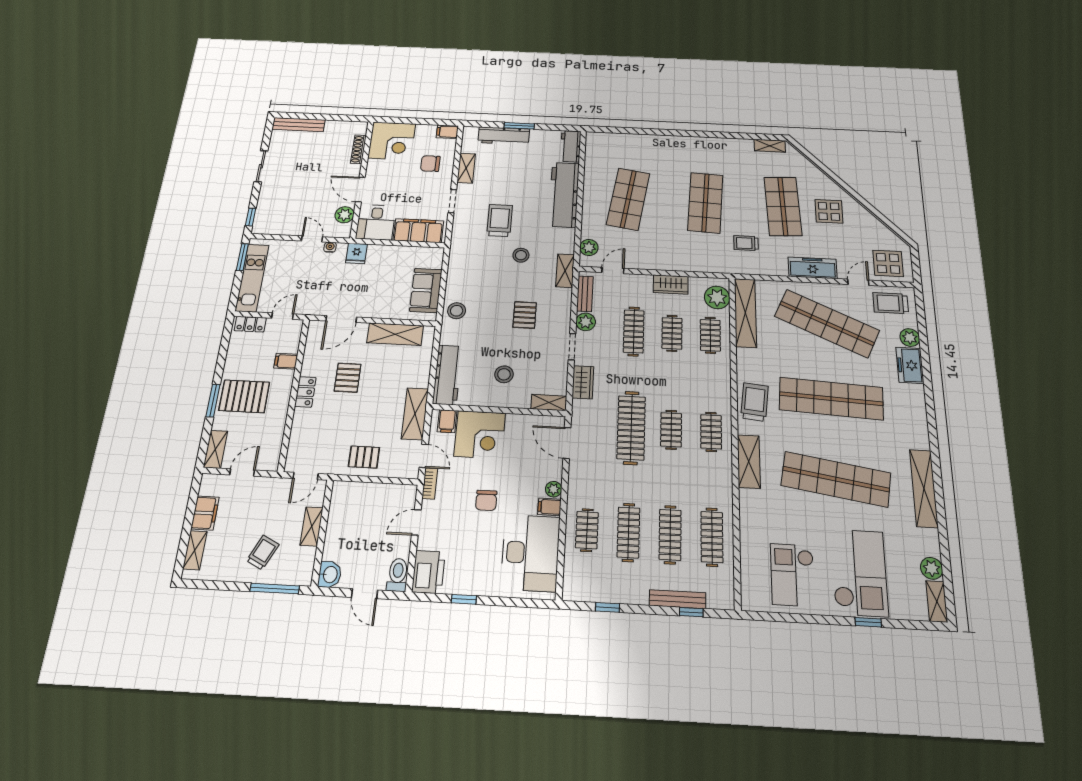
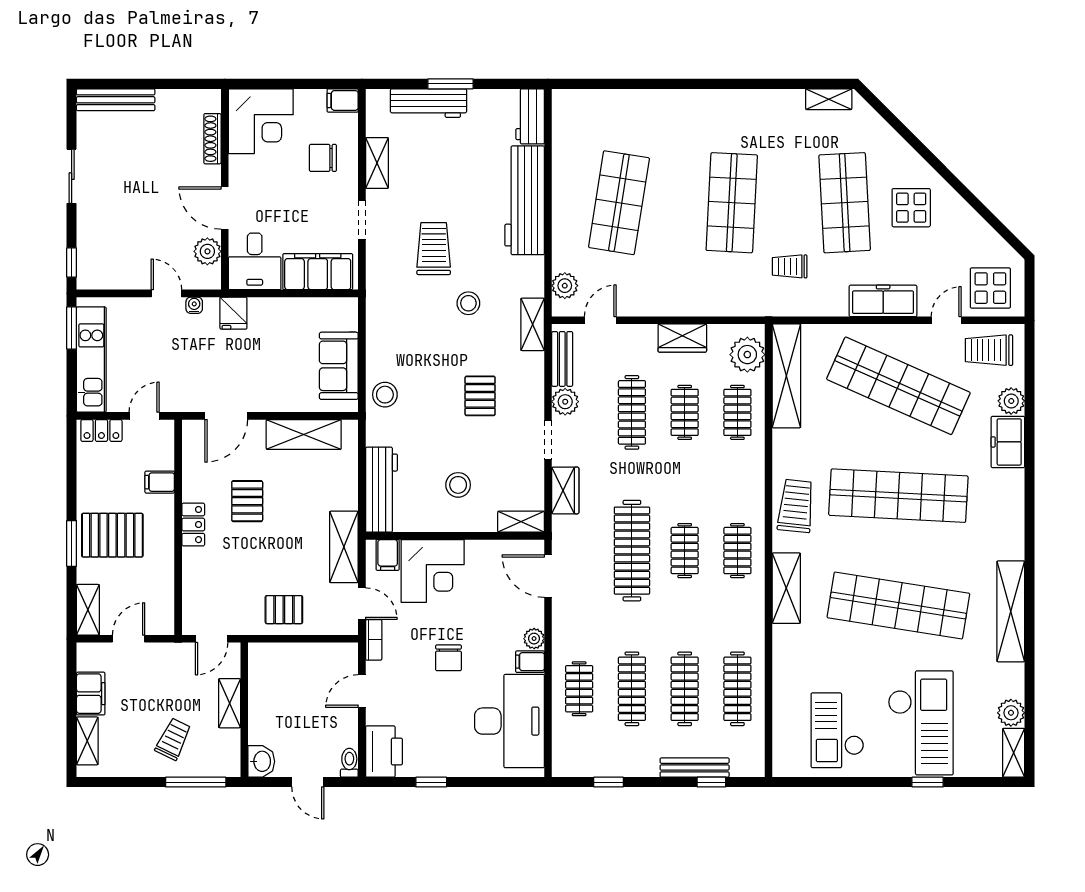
toilet: (398, 575) -> (349, 763), width x0.73, depth x0.72

